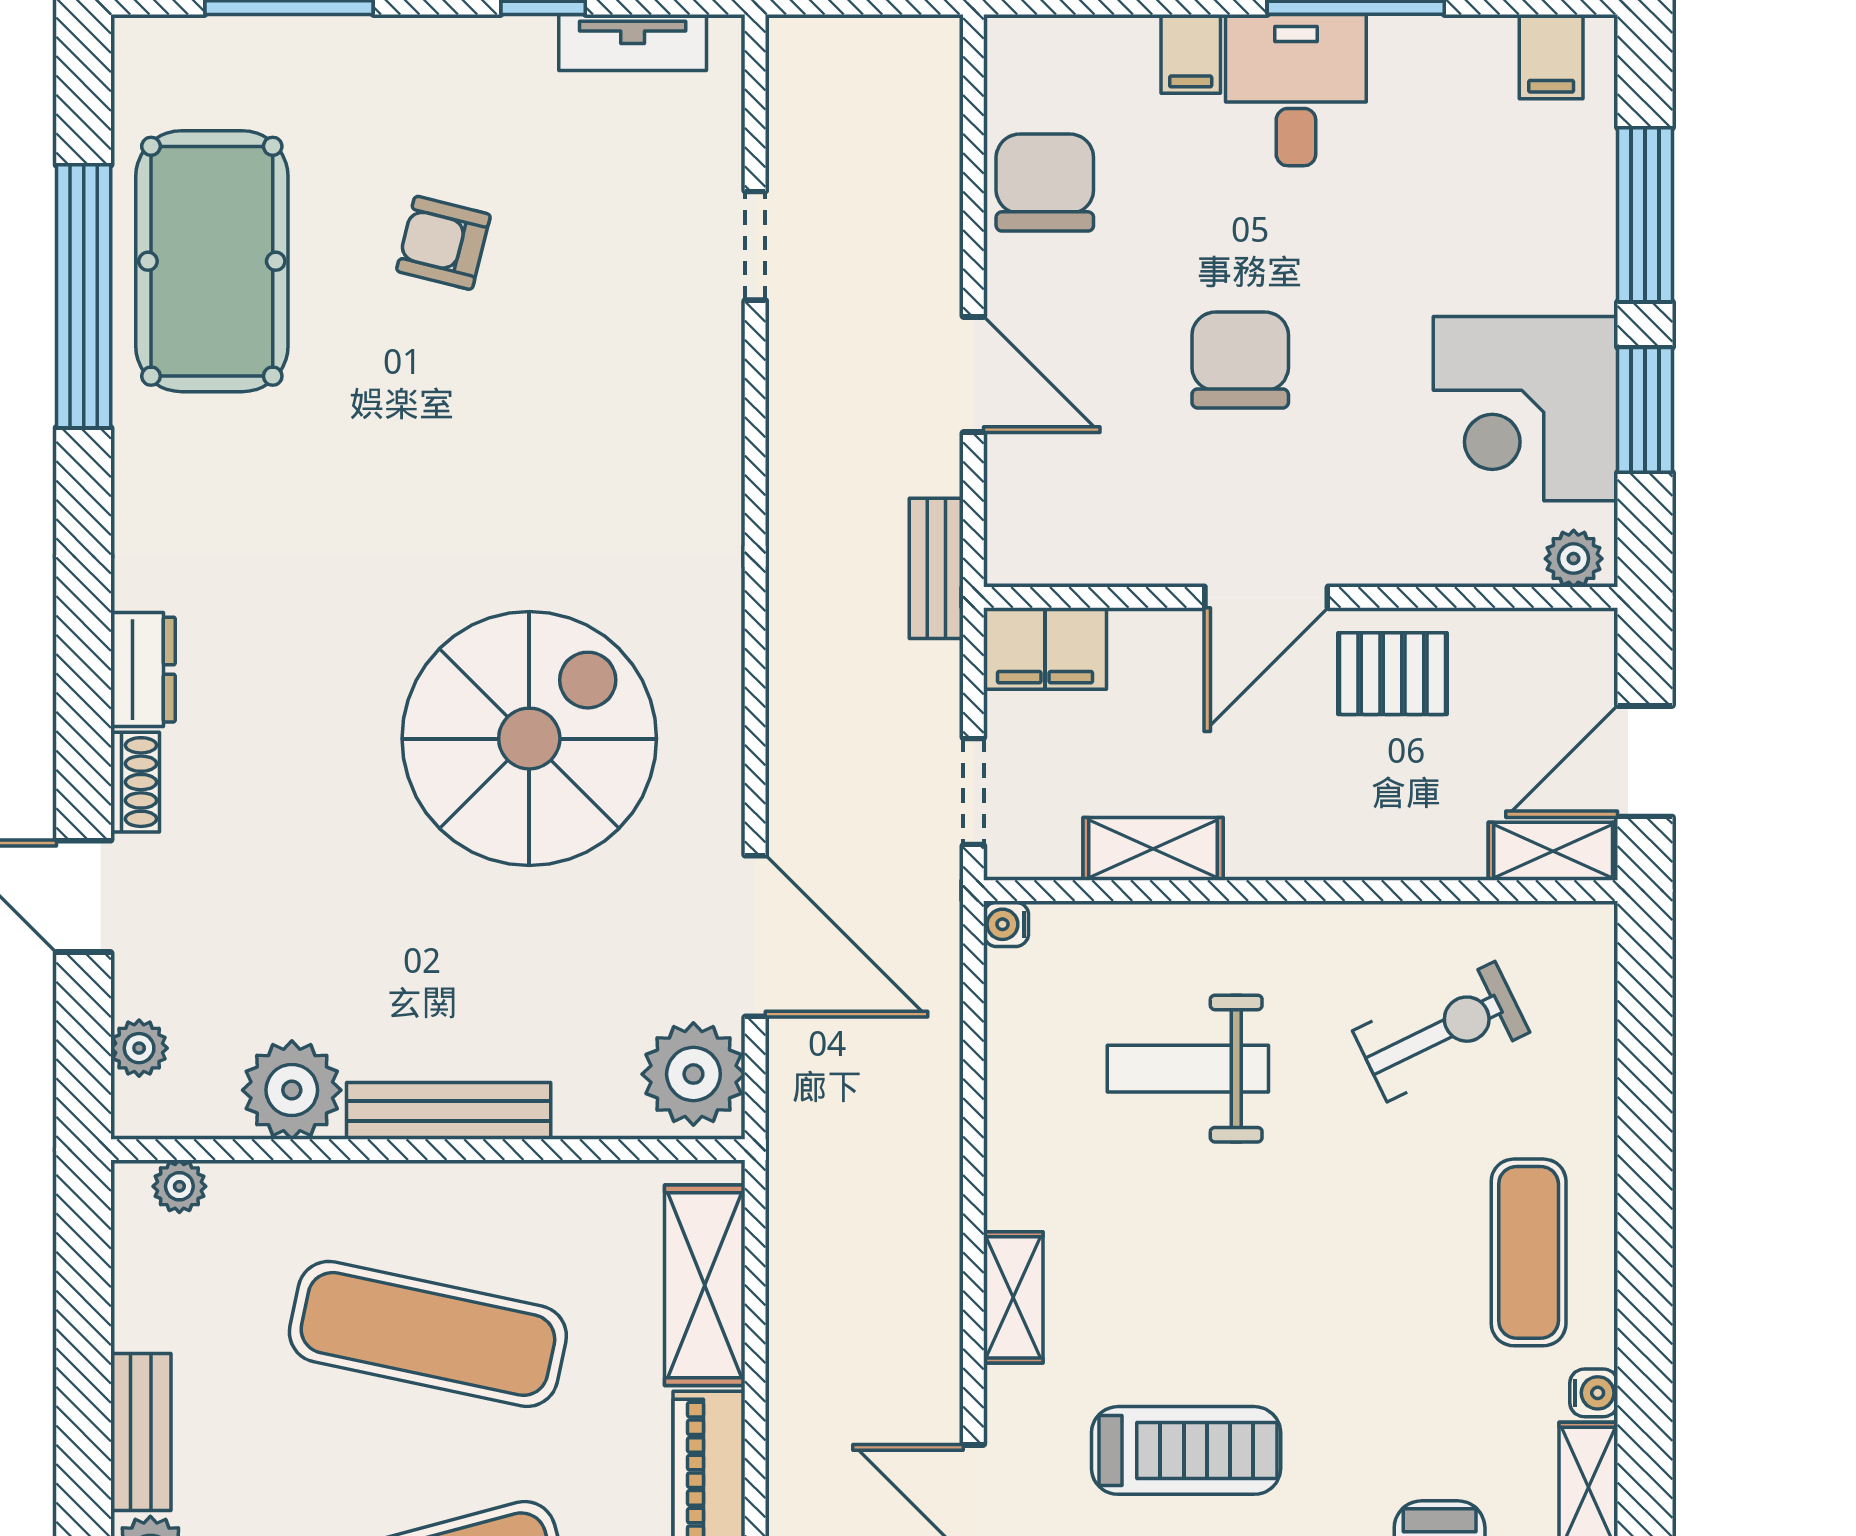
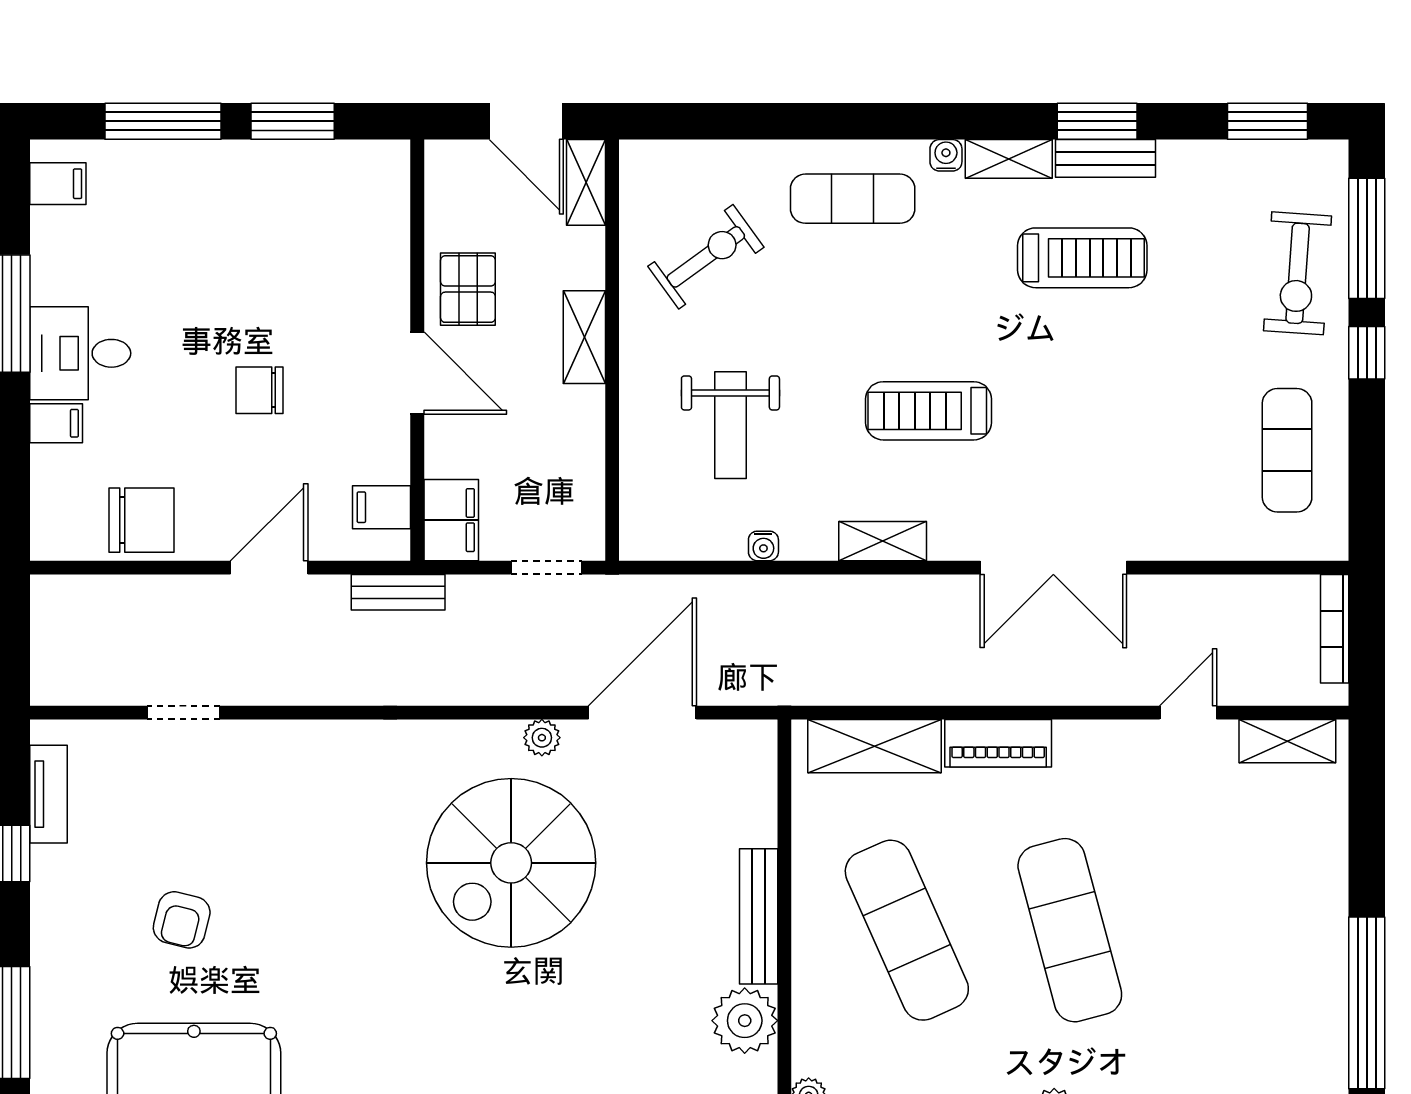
chair: (1045, 183) -> (142, 520), turned 180
chair: (1240, 360) -> (260, 390), width x0.73, depth x0.73
corner desk: (1526, 409) -> (292, 201), removed
filing cabinet: (1064, 544) -> (382, 507), added
plant: (1574, 559) -> (392, 169), removed
spiral stairs: (529, 739) -> (511, 863), turned -90
shelving: (1153, 849) -> (584, 337), moved
water cooler: (1006, 924) -> (763, 546), moved
exercise bike: (1441, 1032) -> (706, 257), turned 80
plant: (693, 1074) -> (542, 738), moved, width x0.53, depth x0.53
exercise mat: (428, 1334) -> (907, 930), turned -36
treadmill: (1186, 1450) -> (929, 411), moved, turned -90

